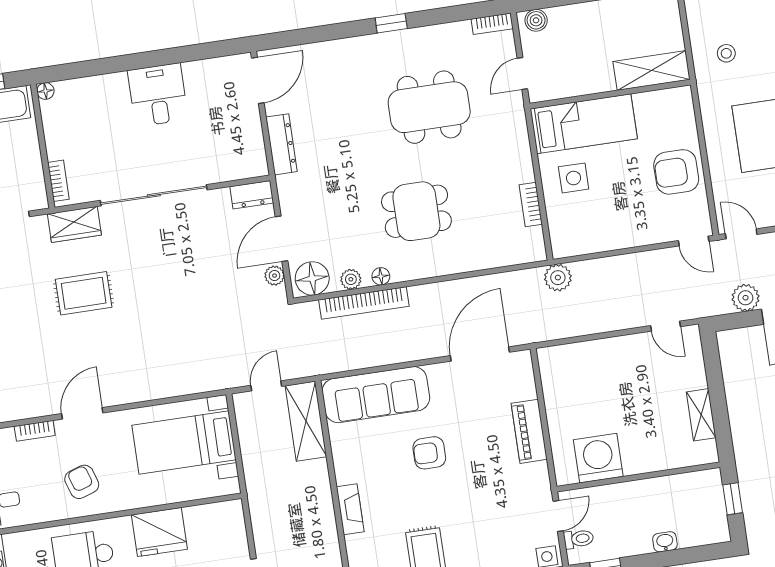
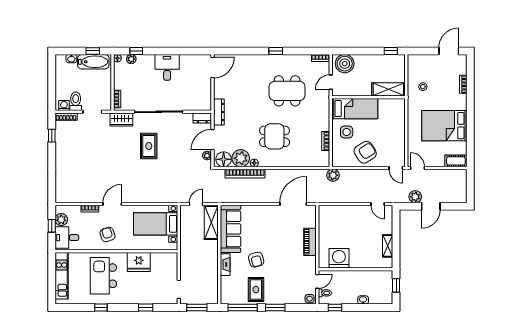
boiler: (536, 20) -> (345, 64), width x1.86, depth x1.86
window: (85, 69) -> (136, 51), added
plant: (76, 88) -> (131, 59), added
dresser: (282, 144) -> (219, 112), moved
armchair: (676, 172) -> (365, 152), moved, turned 148
plant: (351, 279) -> (241, 158), width x1.87, depth x1.87
rug: (84, 293) -> (149, 146), moved, turned 90
sofa: (376, 395) -> (231, 229), moved, turned -90
armchair: (429, 453) -> (256, 260), moved, turned -105

